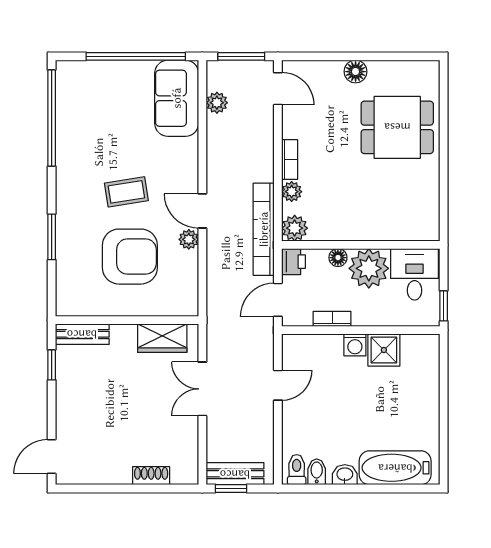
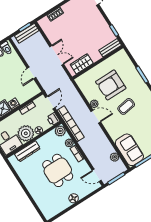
dining table: (397, 127) -> (58, 170), moved, turned 90
dresser: (389, 229) -> (27, 151), added

